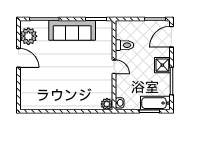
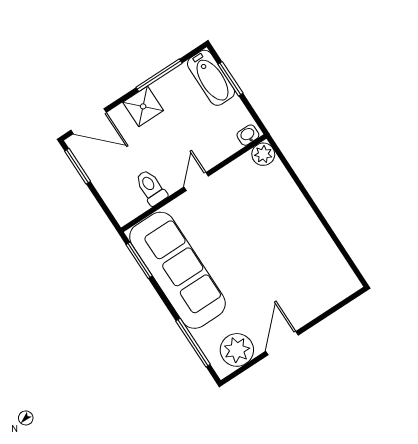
sofa: (72, 30) -> (177, 270), width x1.36, depth x1.27

